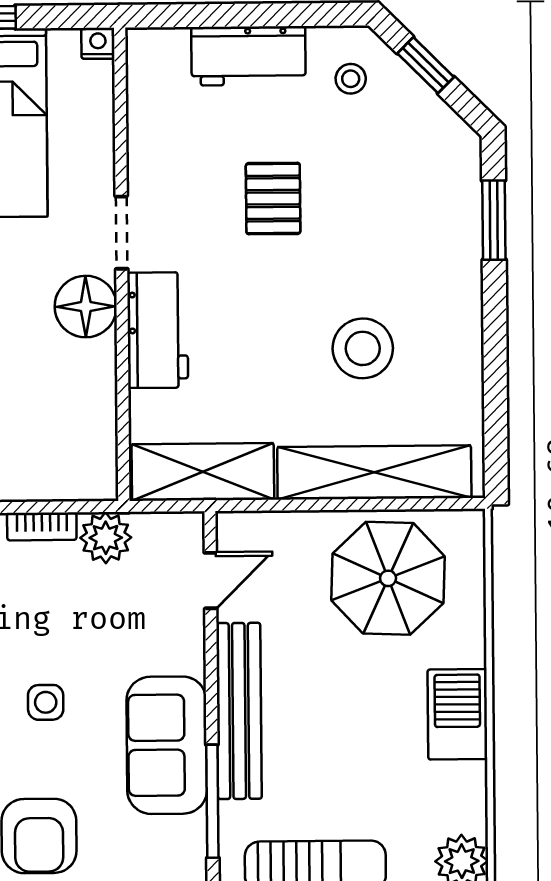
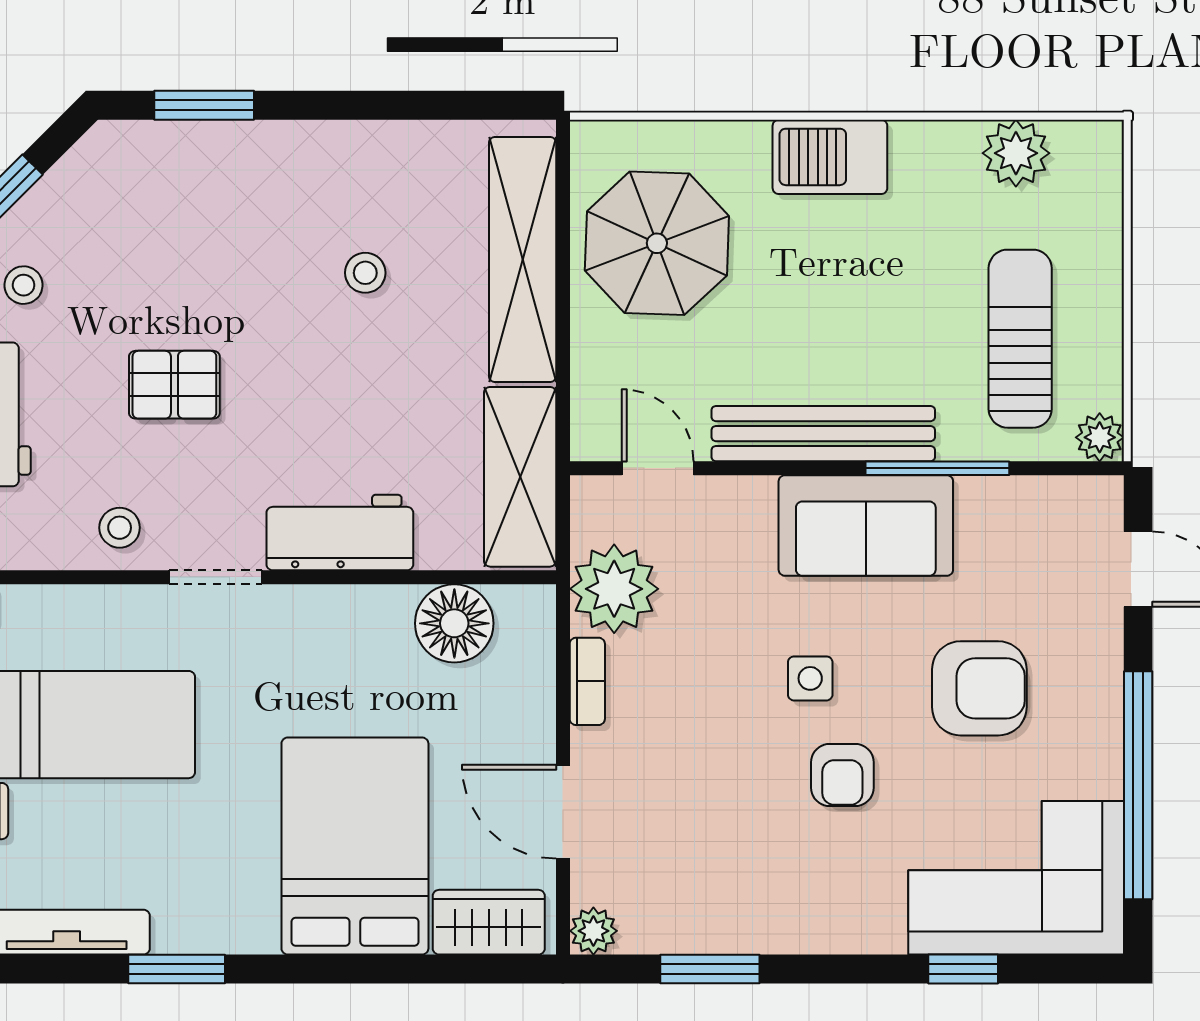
stool: (160, 156) -> (120, 528), added
floor lamp: (86, 307) -> (454, 623), moved
stool: (363, 348) -> (365, 273), width x0.53, depth x0.53
plant: (106, 538) -> (614, 589), width x1.36, depth x1.36

